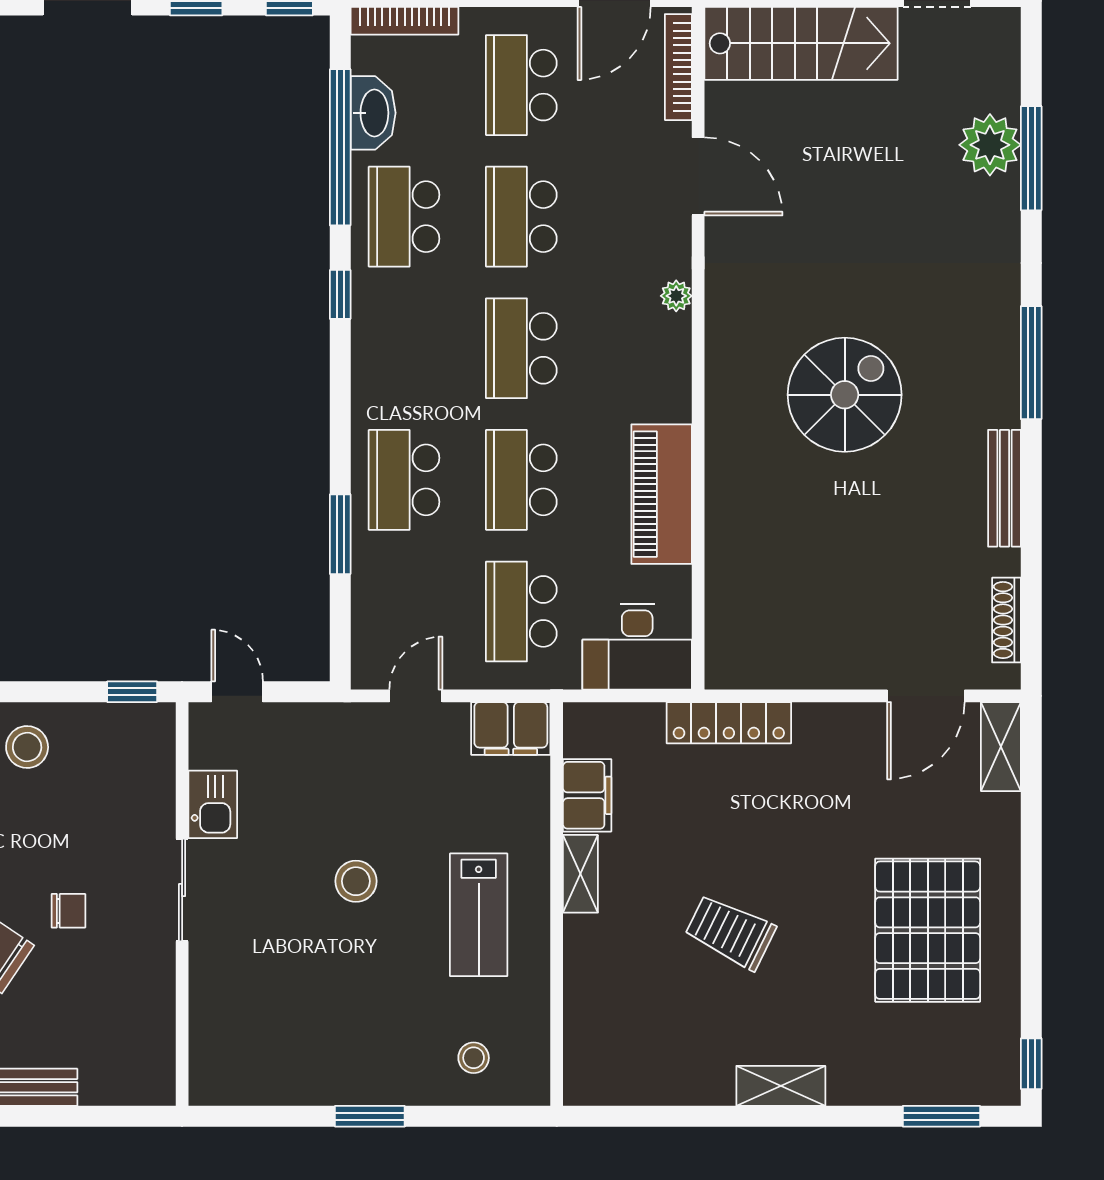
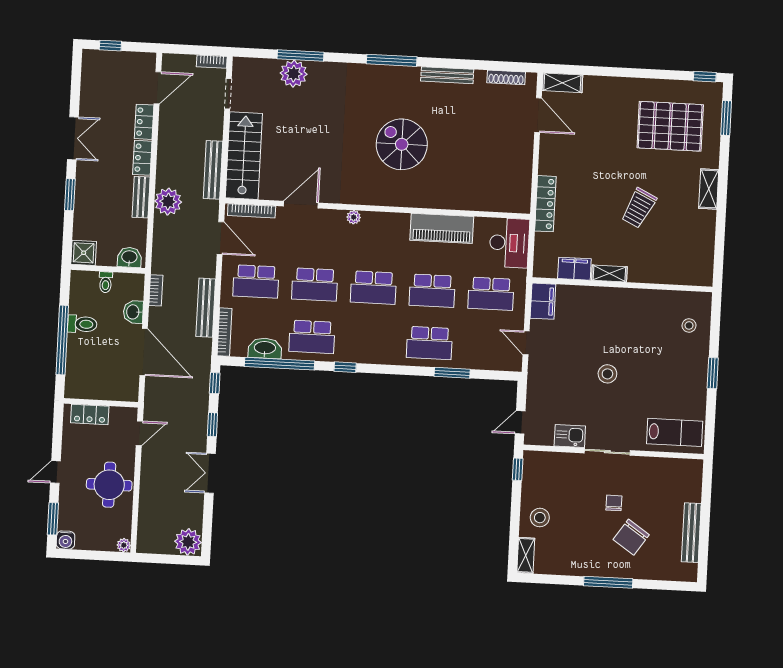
lab bench: (479, 915) -> (675, 432), moved
pallet: (928, 930) -> (670, 126), moved

